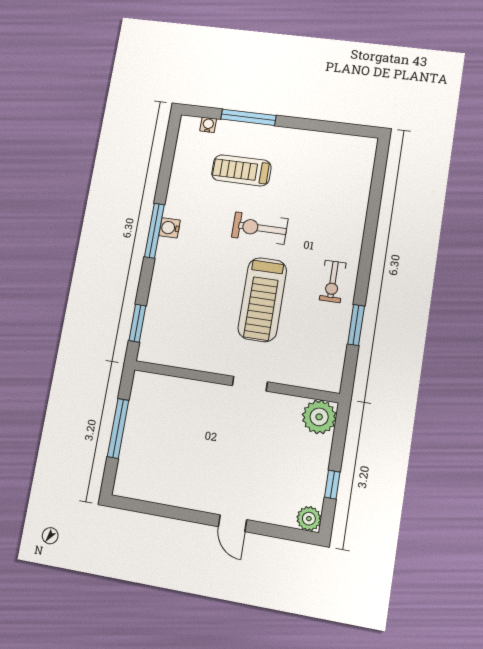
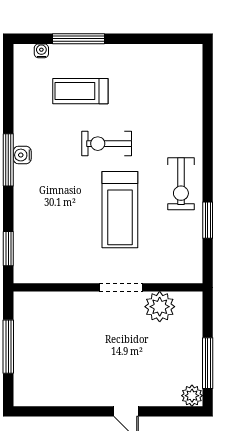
exercise bike: (333, 281) -> (181, 184), width x1.38, depth x1.39
doorway: (250, 384) -> (121, 287), width x1.38
plant: (319, 417) -> (160, 307), moved
window: (332, 485) -> (208, 363), width x2.17

